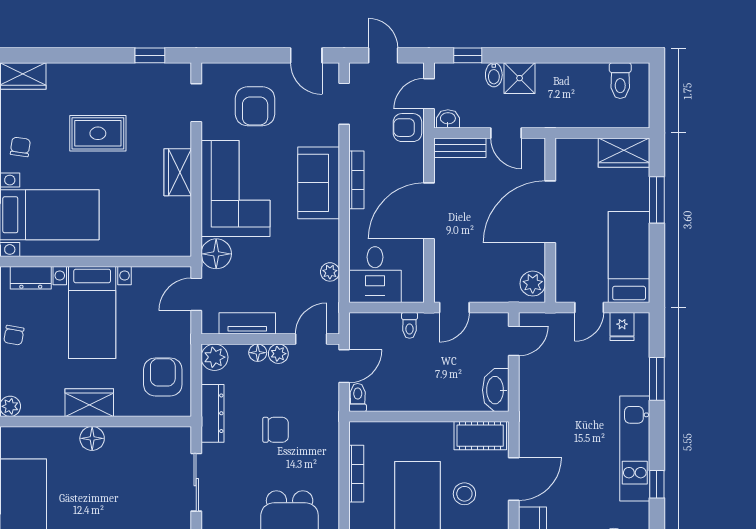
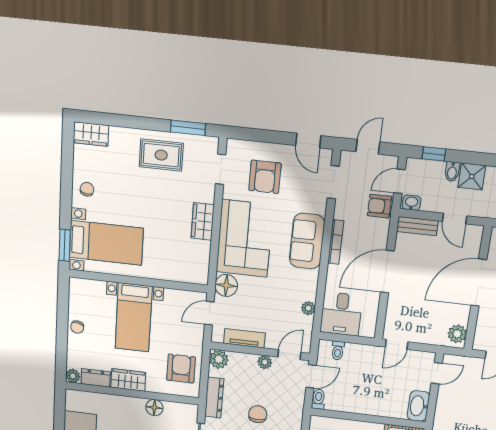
window: (150, 55) -> (188, 128), width x1.50
door: (383, 55) -> (368, 147), hinge flipped
rug: (98, 133) -> (161, 155), moved
dresser: (31, 278) -> (96, 378), moved, turned 180
toilet: (410, 325) -> (338, 350), moved
floor lamp: (258, 353) -> (250, 360), removed
chair: (276, 430) -> (258, 414), turned -90
floor lamp: (92, 438) -> (154, 408), moved

